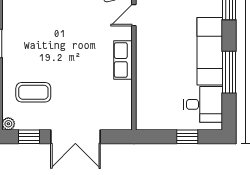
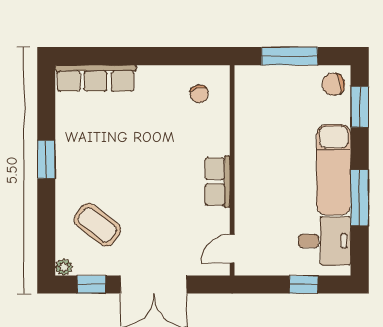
door: (134, 15) -> (232, 249), moved
coffee table: (33, 92) -> (97, 225), turned 38

